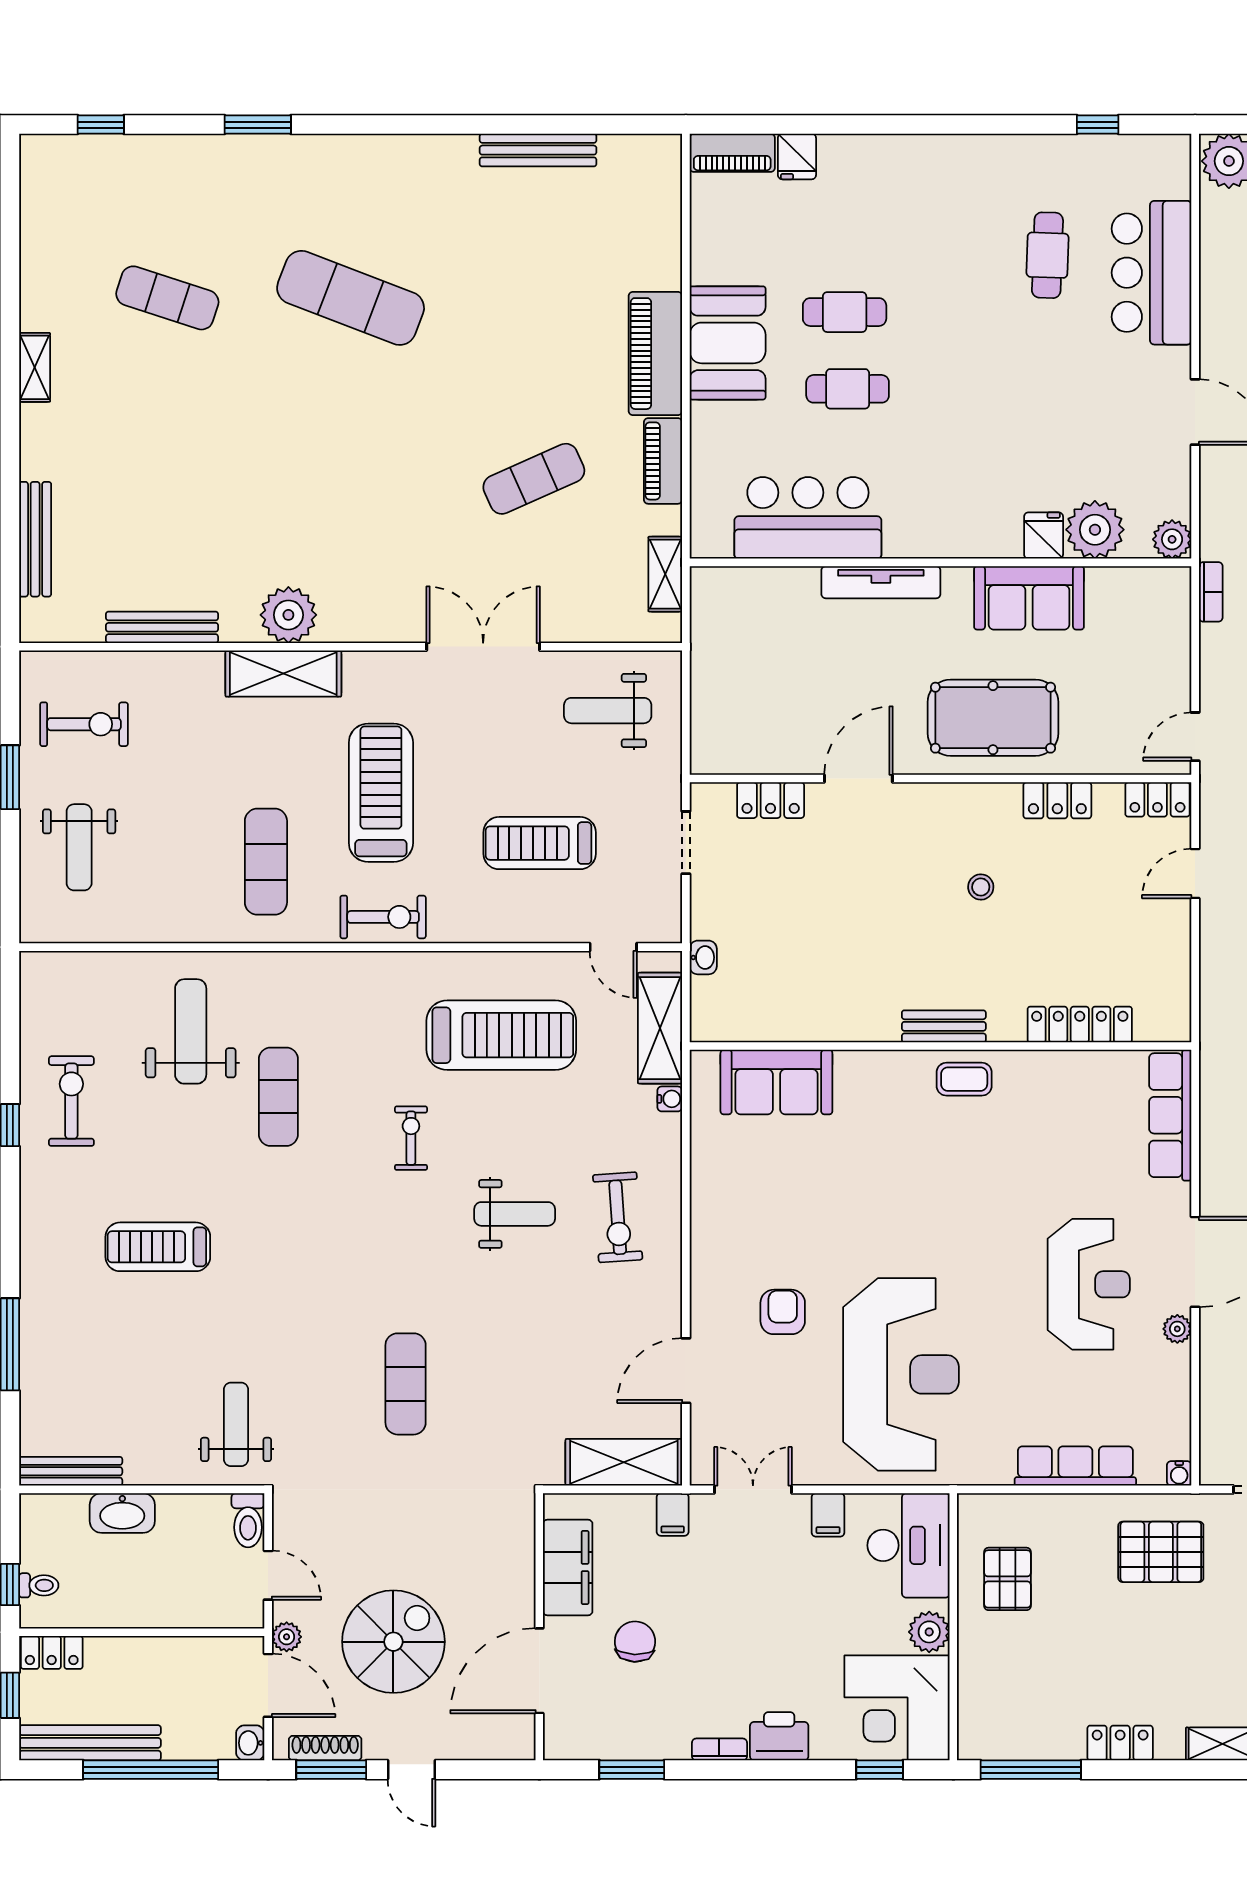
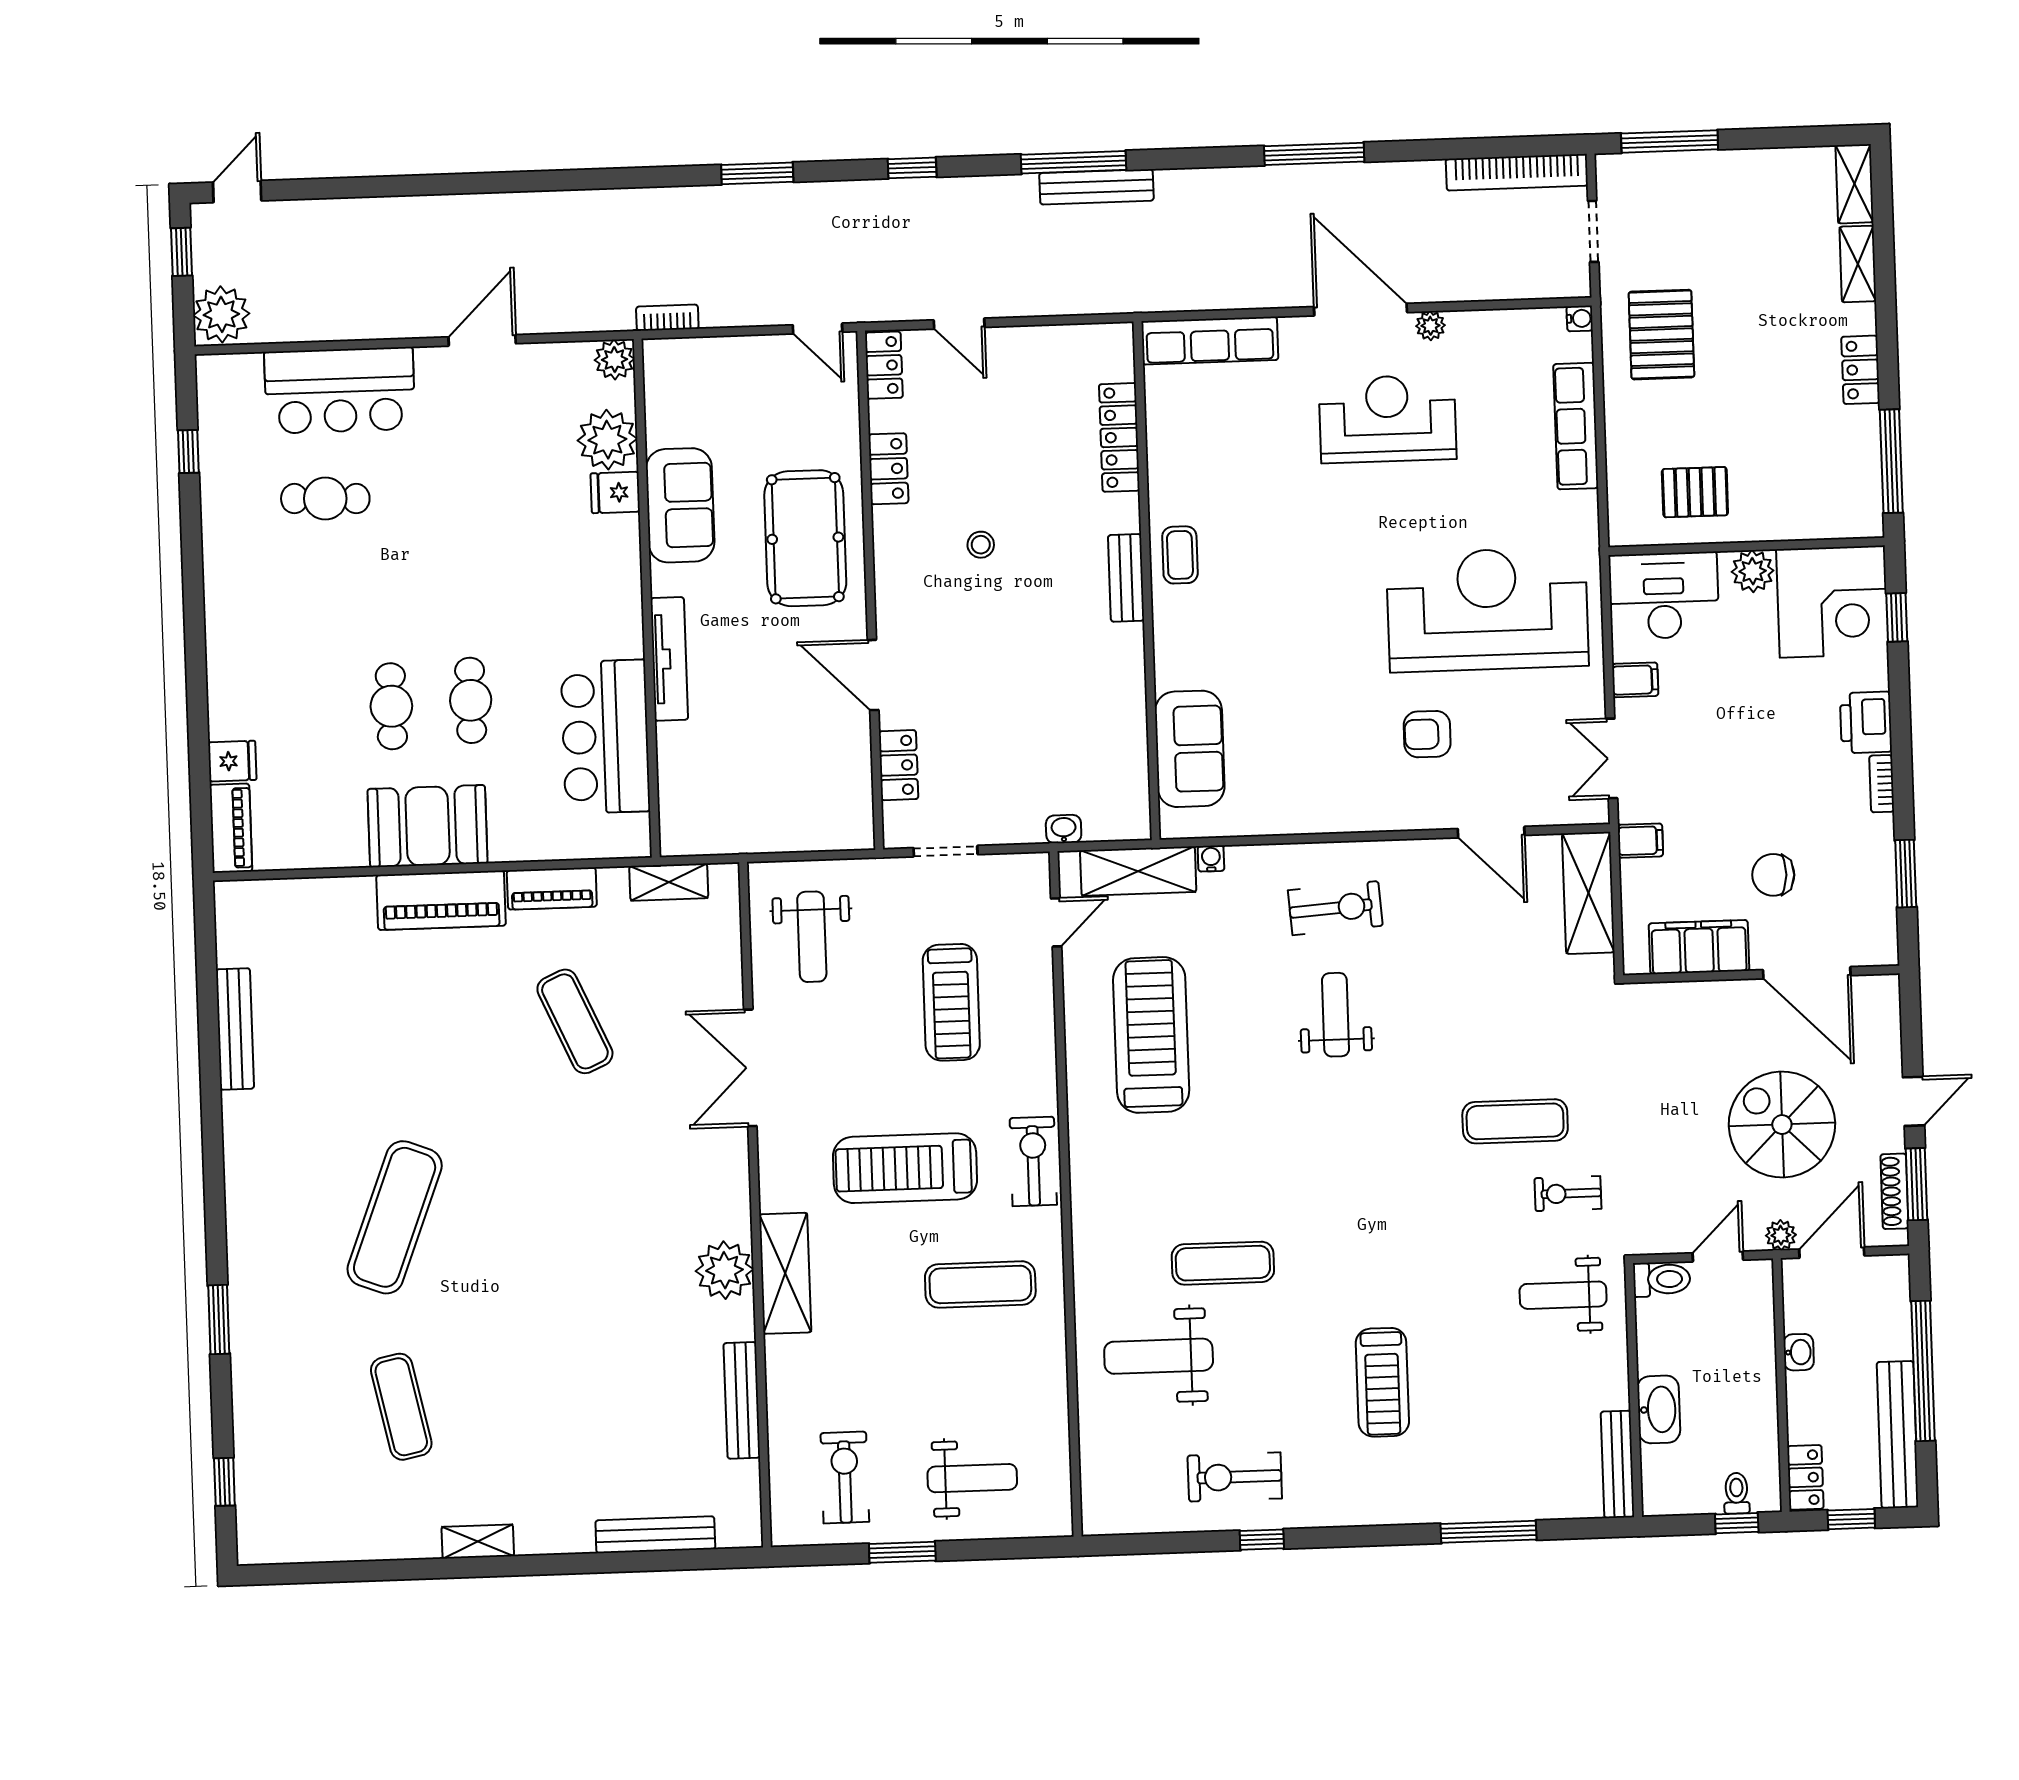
exercise mat: (167, 298) -> (401, 1407), turned -30
exercise bike: (411, 1138) -> (1568, 1194), moved
washbasin: (250, 1743) -> (1799, 1352), moved, turned -90

